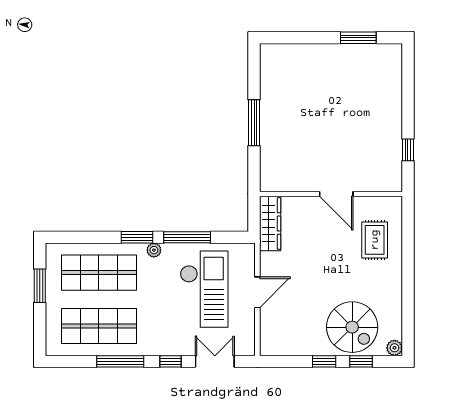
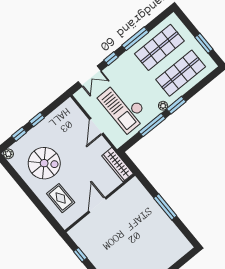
door: (336, 194) -> (97, 205), hinge flipped
spiral stairs: (352, 327) -> (44, 163), moved, turned 180

